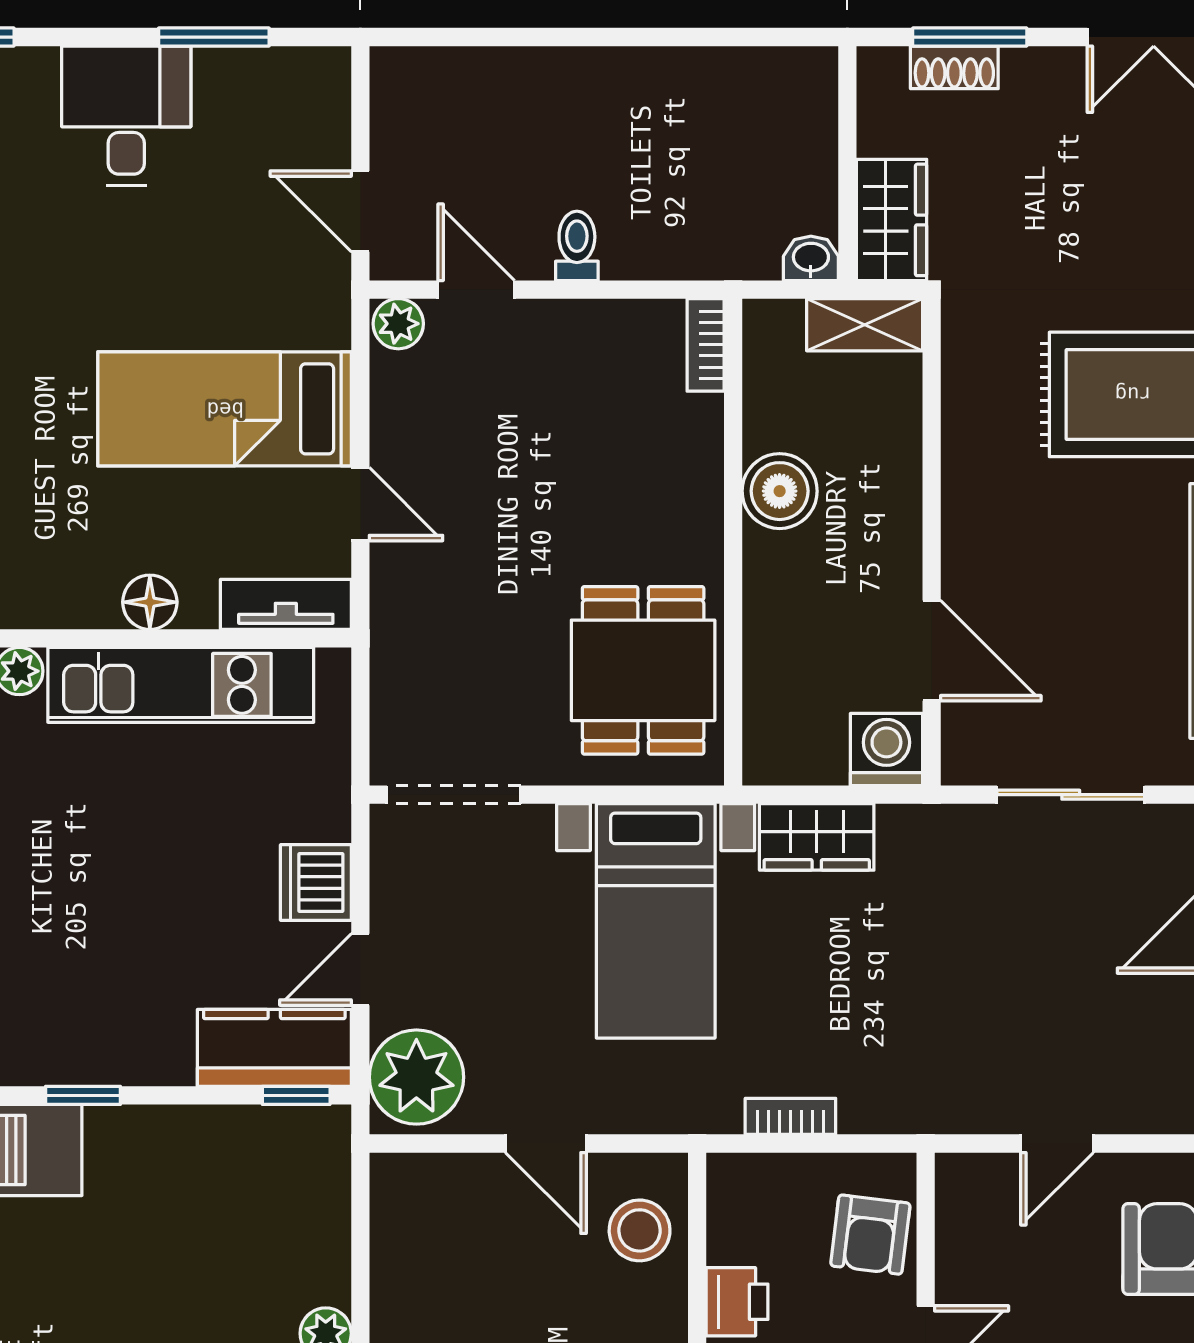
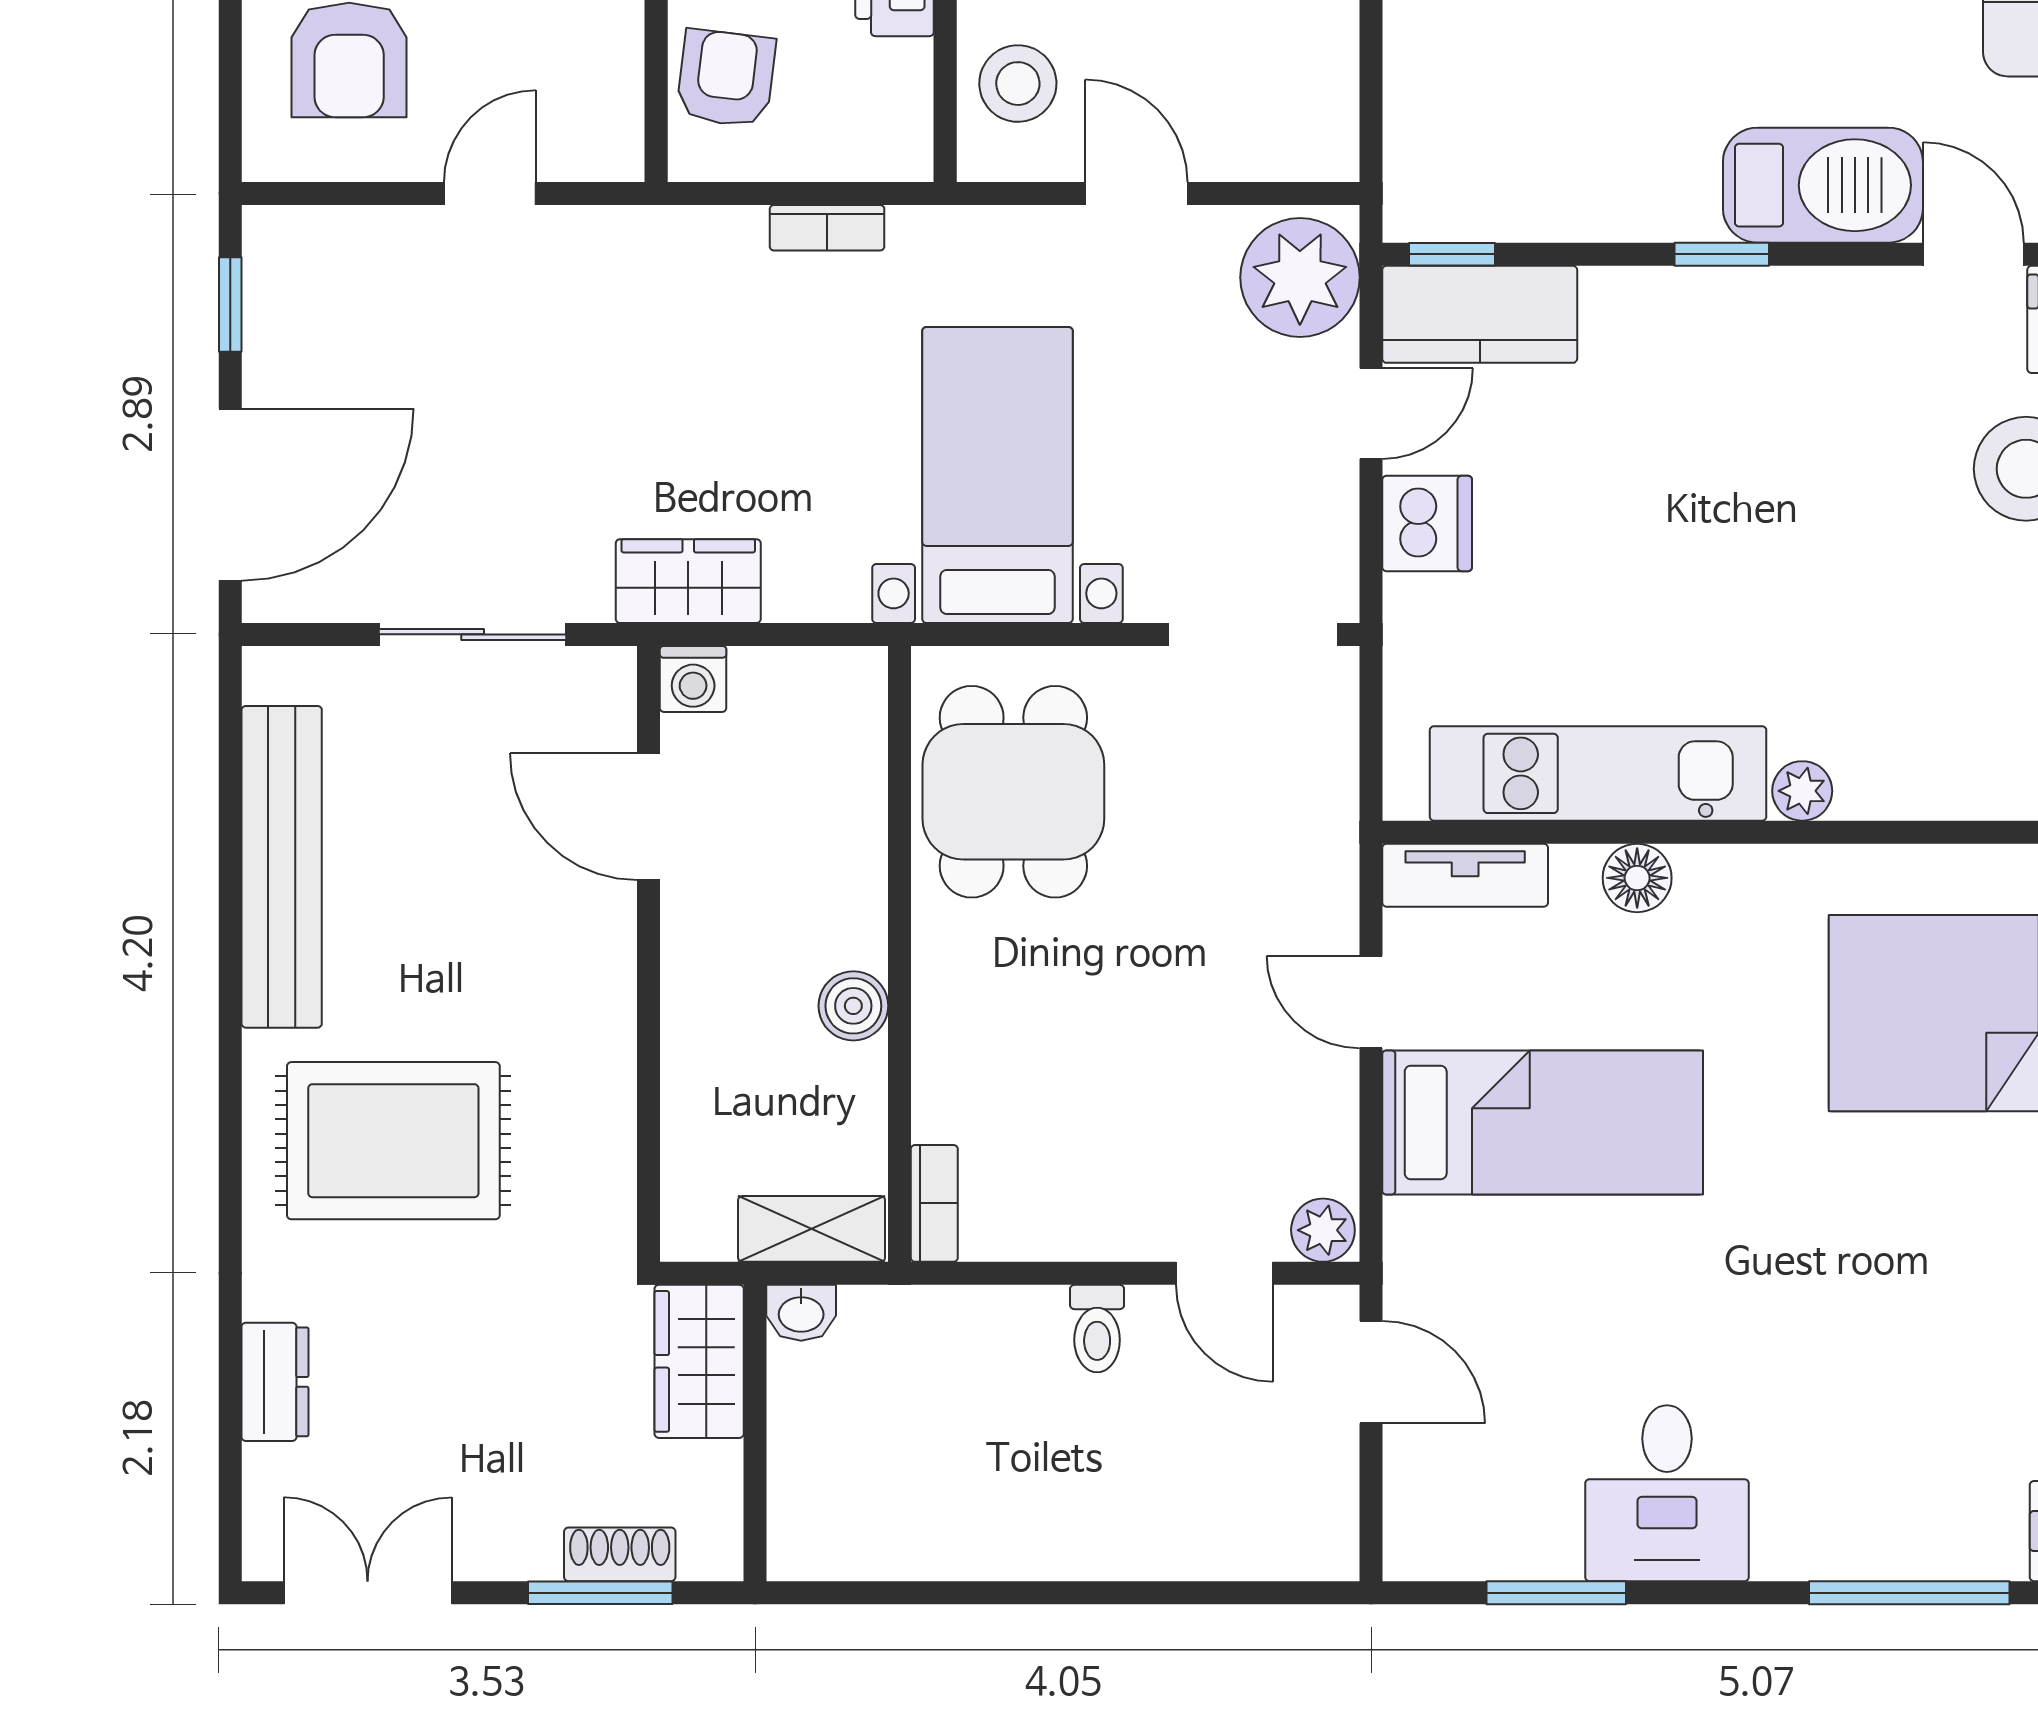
shelving: (865, 325) -> (812, 1229), moved
boiler: (780, 491) -> (853, 1006), width x0.73, depth x0.73
washing machine: (886, 750) -> (693, 679), width x0.73, depth x0.73
wardrobe: (817, 837) -> (688, 581), moved

